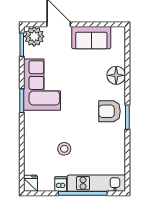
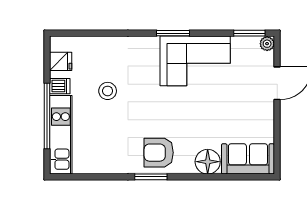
plant: (34, 36) -> (267, 44), width x0.53, depth x0.53
sofa: (91, 38) -> (248, 159), moved, turned 90
armchair: (109, 111) -> (159, 153), turned -90
fridge: (31, 183) -> (61, 61), moved

